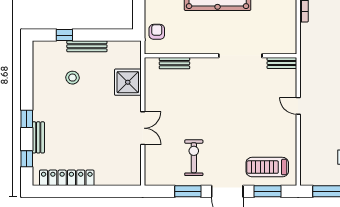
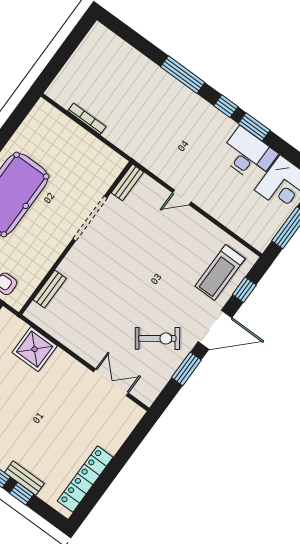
double door: (143, 128) -> (111, 382), moved
exercise bike: (194, 158) -> (157, 338), turned 144
window: (27, 159) -> (22, 494), moved
window: (268, 191) -> (244, 290), width x0.67

